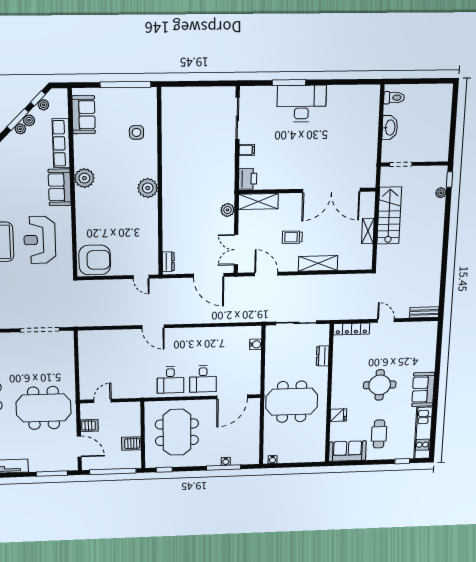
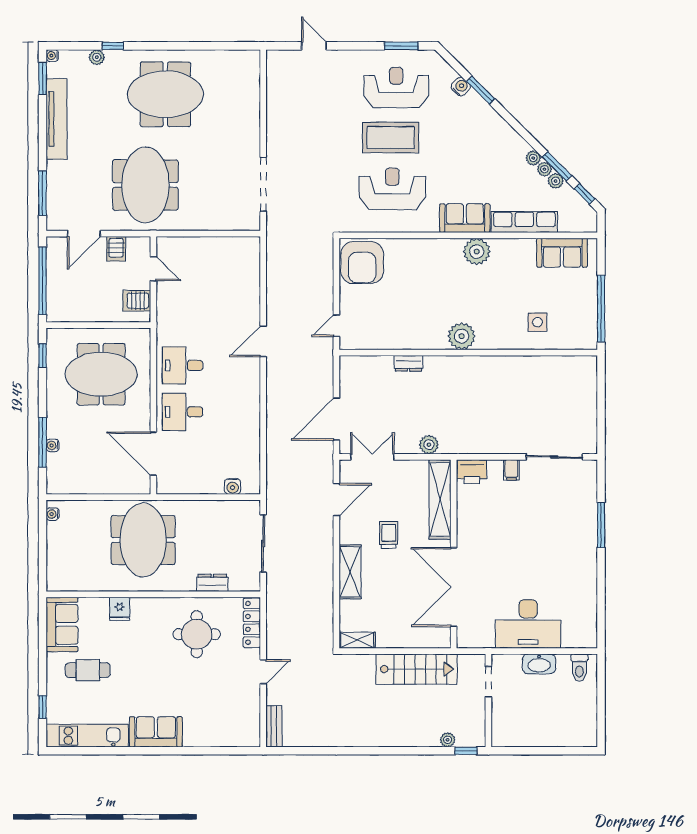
desk: (302, 104) -> (528, 624), moved, turned 90
plant: (43, 105) -> (533, 158), moved
shelving: (258, 201) -> (440, 499), width x1.47
shelving: (368, 231) -> (357, 640), moved
dresser: (168, 262) -> (409, 363), moved
round table: (380, 385) -> (197, 634), moved
server rack: (131, 444) -> (137, 301), moved, turned -90

